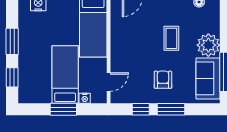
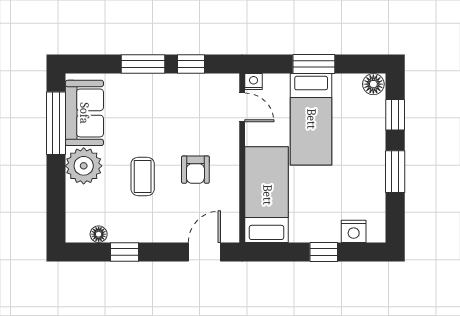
armchair: (163, 80) -> (195, 170), moved
door: (109, 82) -> (242, 107), swing flipped
floor lamp: (26, 97) -> (373, 84), added
nightstand: (85, 98) -> (254, 82), moved

